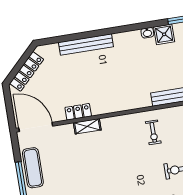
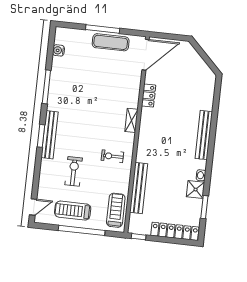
bench: (86, 44) -> (204, 135), moved
locker: (27, 71) -> (196, 60), removed
shelving: (87, 126) -> (131, 120), moved

